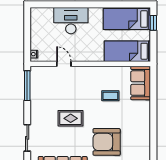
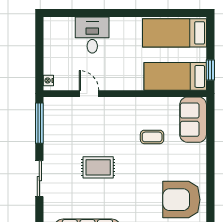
desk: (71, 21) -> (92, 35), width x0.73
window: (153, 23) -> (210, 70), moved
sliding door: (27, 138) -> (39, 179), moved
armchair: (107, 142) -> (181, 200), moved

